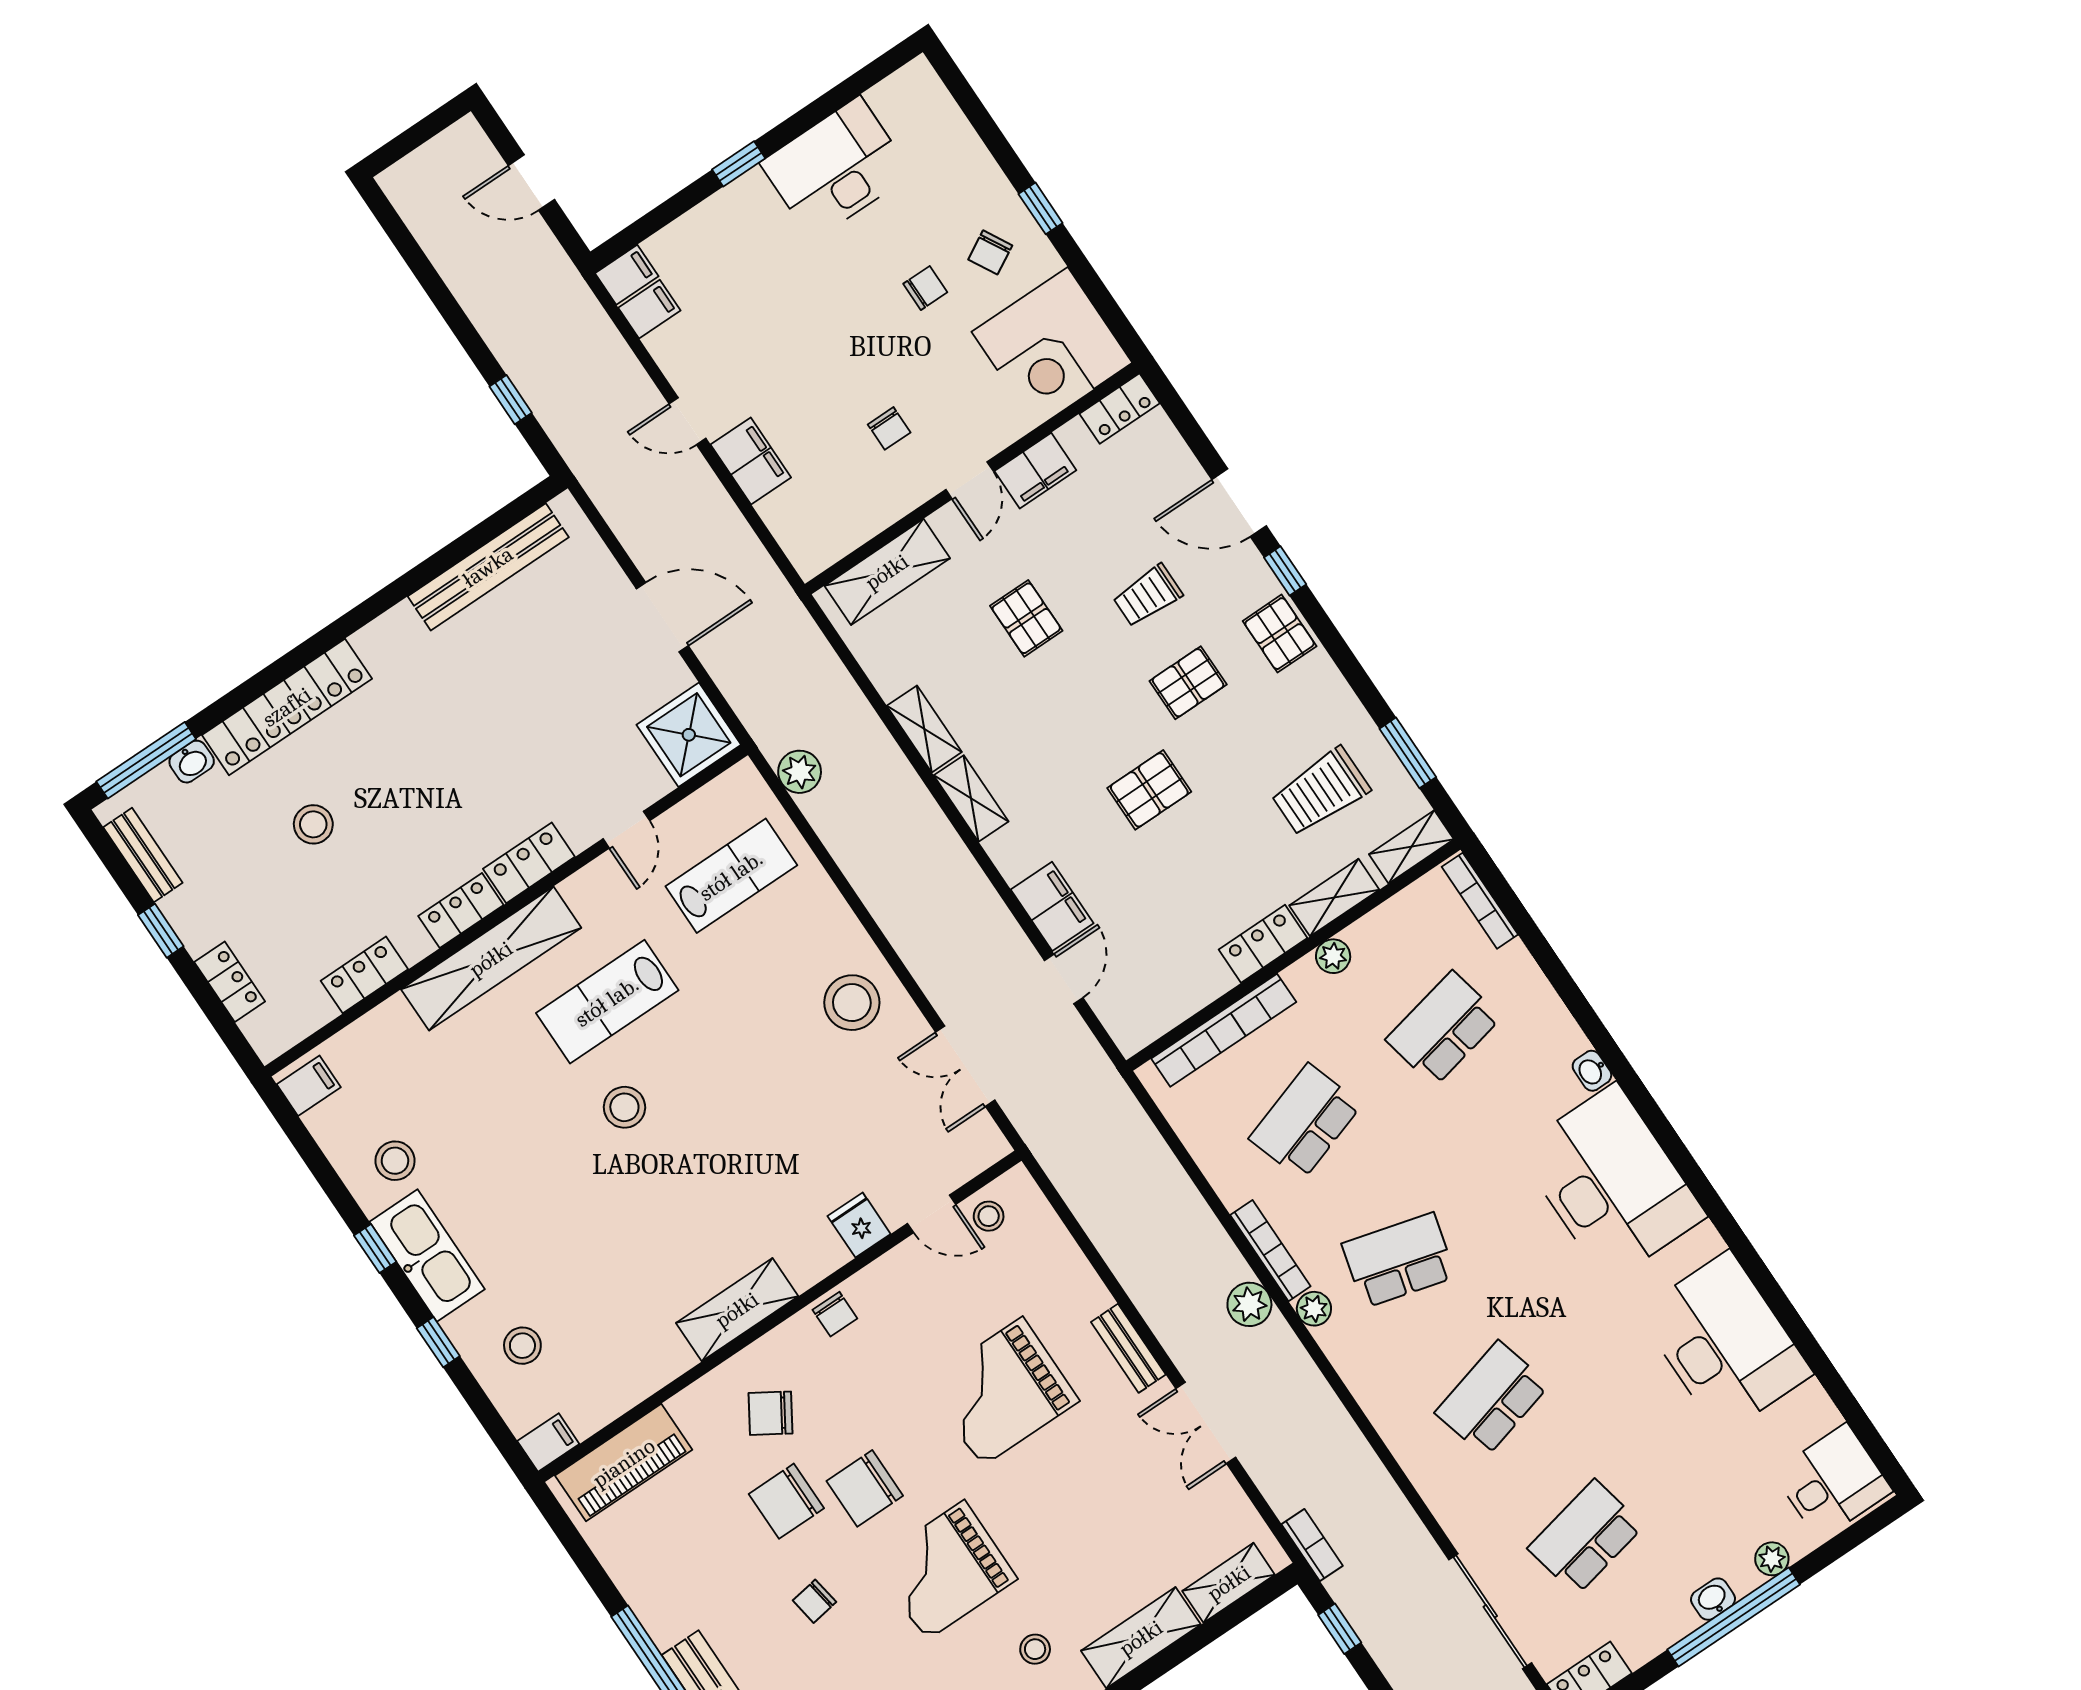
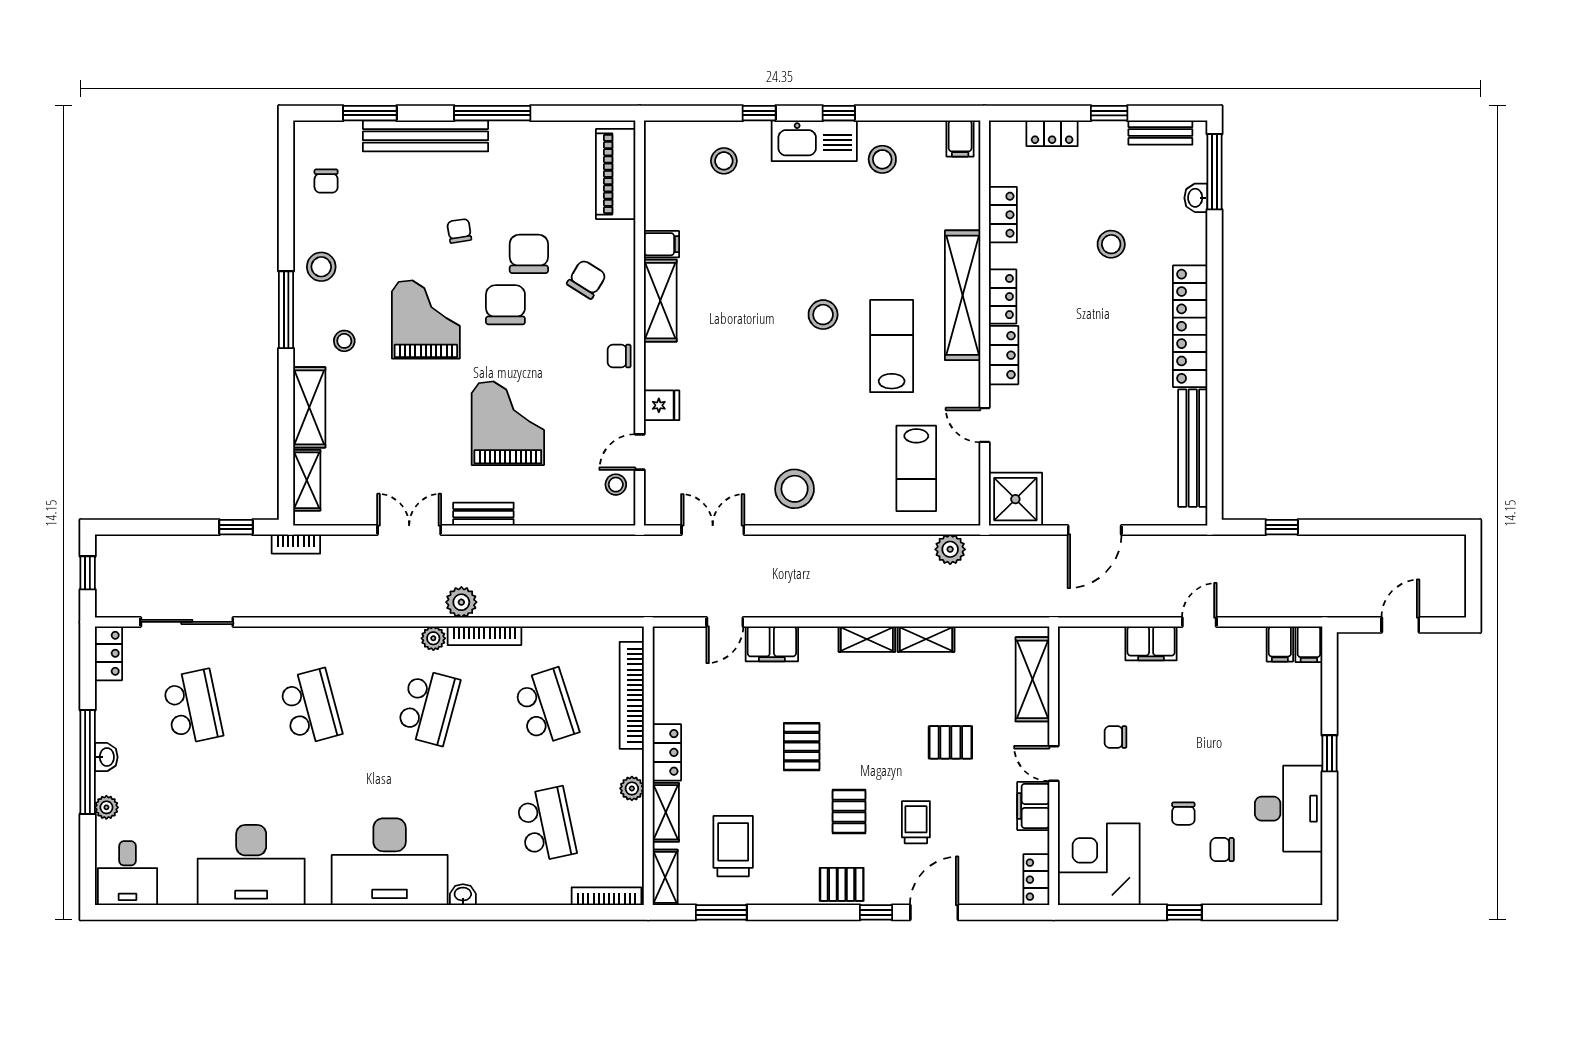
chair: (990, 252) -> (1222, 850), moved, turned -61
locker: (287, 707) -> (1190, 326), moved
door: (1064, 979) -> (725, 622), hinge flipped
filing cabinet: (548, 1442) -> (661, 244), moved, turned -90

